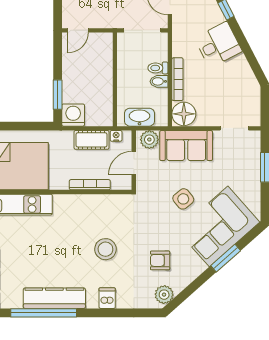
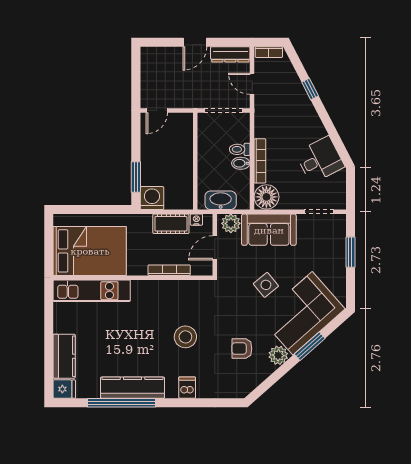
desk: (218, 45) -> (320, 160), moved
plant: (164, 295) -> (278, 355), moved

